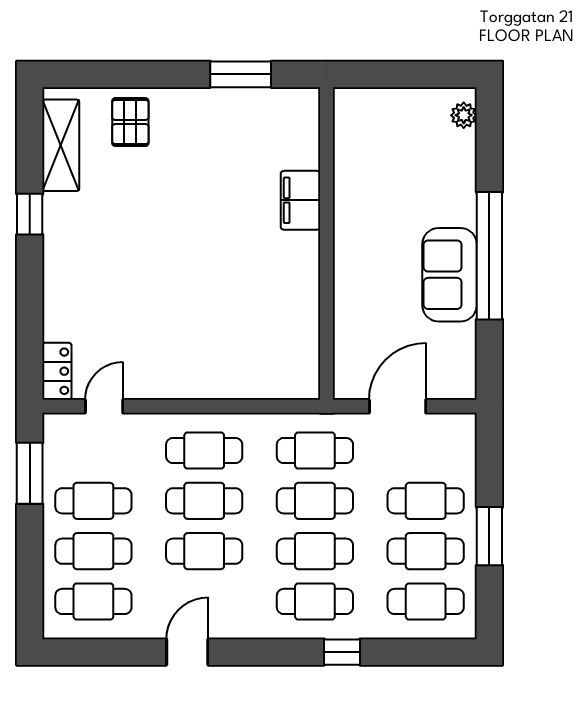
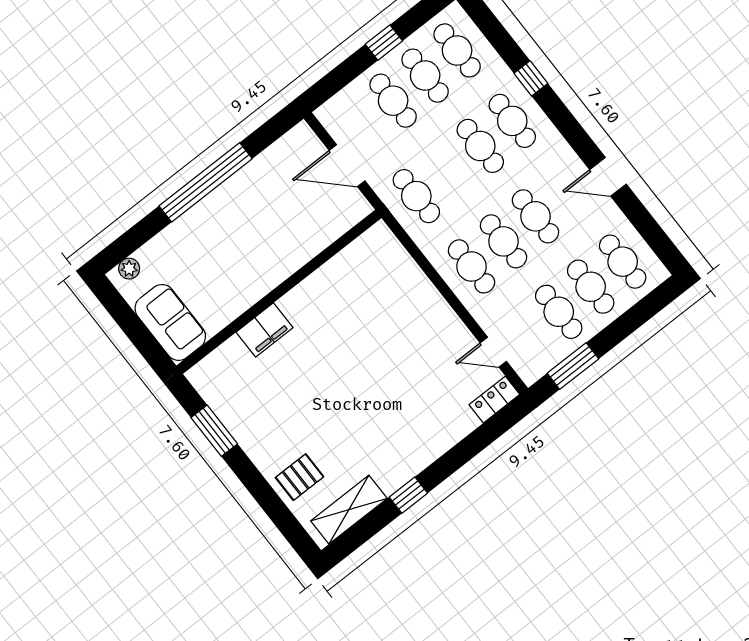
sofa: (450, 275) -> (170, 322), moved, turned -90
cafe table: (315, 501) -> (448, 171), removed
window: (489, 536) -> (384, 43), width x0.67

